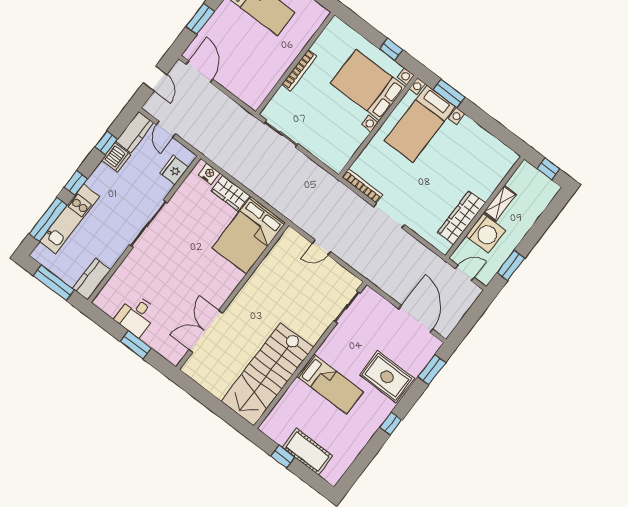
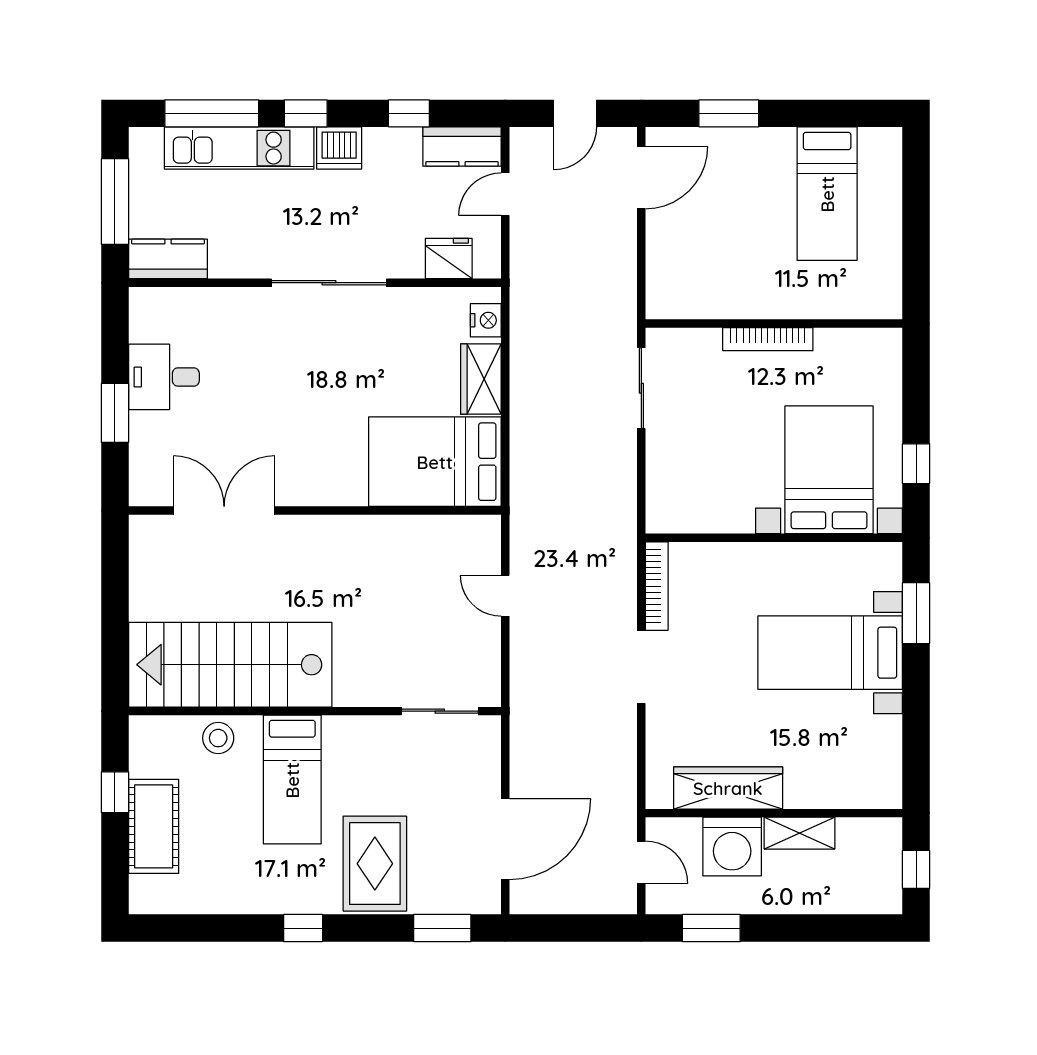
bed with nightstands: (420, 124) -> (830, 653), moved
dishwasher: (116, 157) -> (339, 148), moved
stool: (292, 401) -> (218, 738), added

